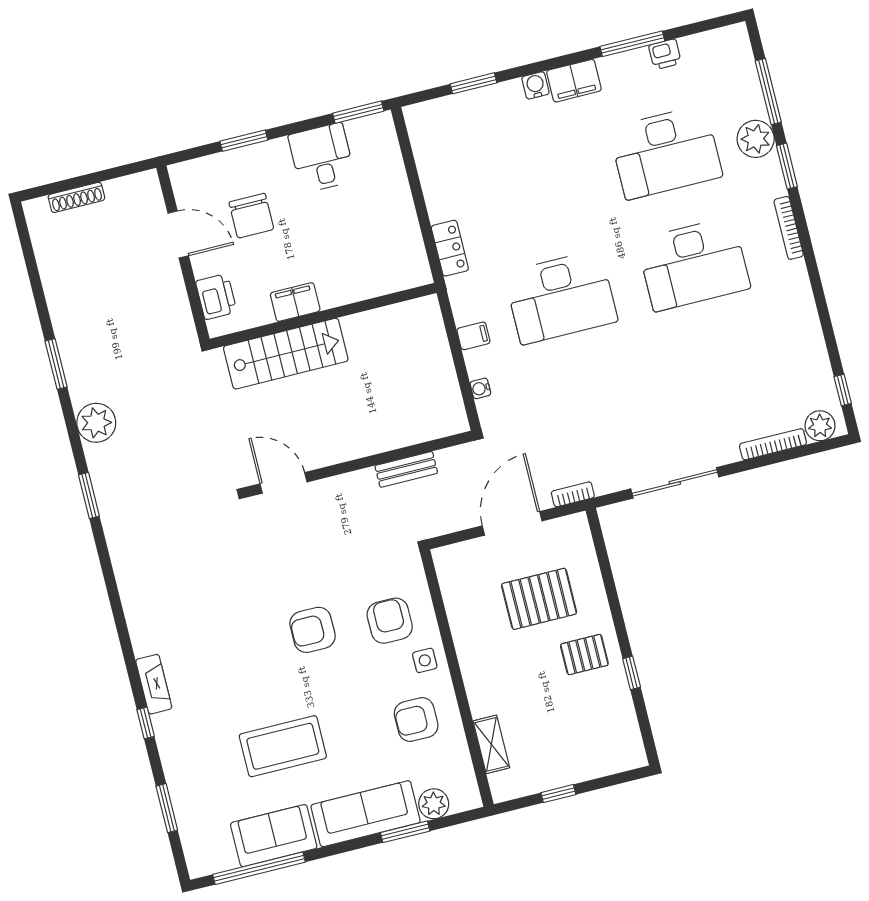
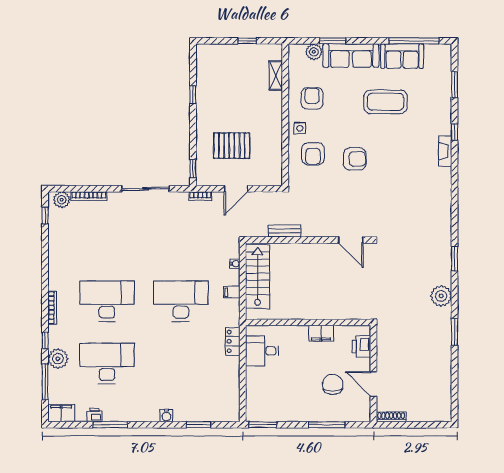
filing cabinet: (574, 81) -> (61, 413), moved
window: (244, 141) -> (327, 425), width x1.44
desk: (322, 158) -> (262, 351), moved, turned 90
window: (787, 166) -> (45, 340), width x0.67
shoe rack: (76, 197) -> (391, 417), moved
stairs: (286, 354) -> (258, 277), moved, turned 90
door: (512, 523) -> (236, 189), width x0.73
window: (598, 540) -> (193, 169), added
pallet: (584, 655) -> (215, 110), removed
armchair: (416, 720) -> (312, 98), turned -90

